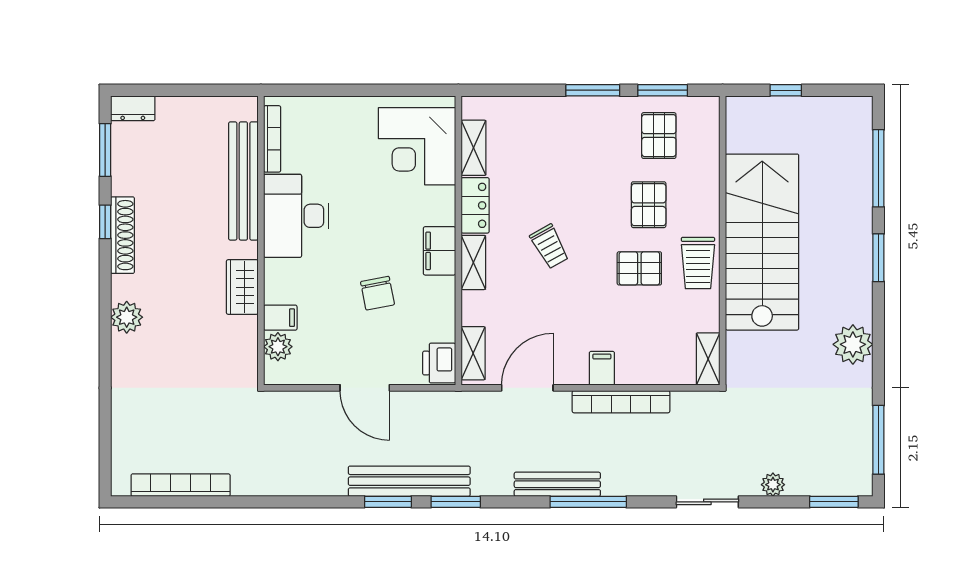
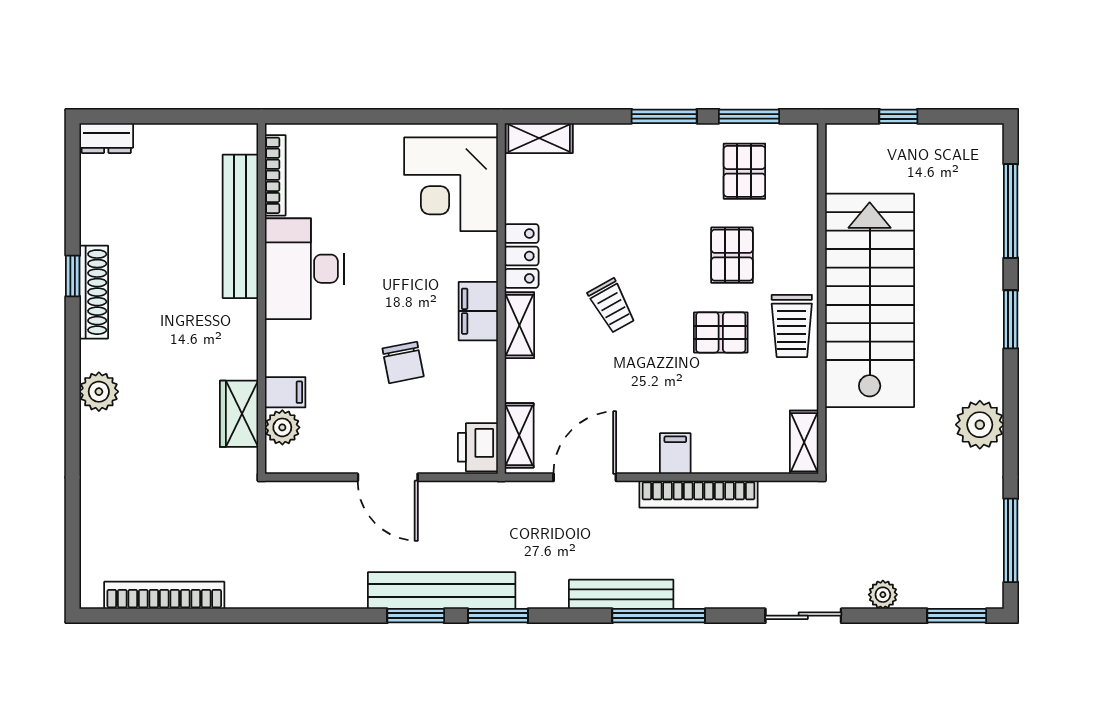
shelving: (474, 148) -> (539, 138), moved, turned 90
window: (105, 150) -> (73, 189), removed
wardrobe: (242, 287) -> (239, 414), moved

